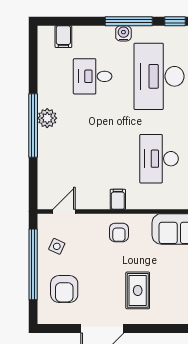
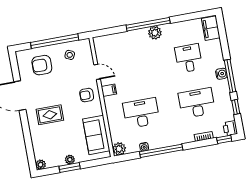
filing cabinet: (63, 37) -> (211, 28), width x2.00
desk: (159, 76) -> (197, 103), width x0.73, depth x0.77
door: (64, 211) -> (97, 72), moved

